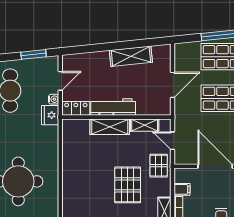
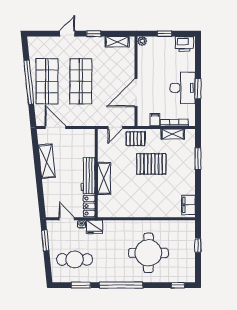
door: (172, 85) -> (55, 127), moved
shelving: (145, 125) -> (103, 150), removed

